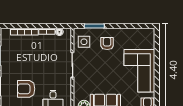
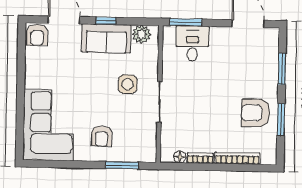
side table: (84, 42) -> (128, 84), moved
corner sofa: (139, 71) -> (49, 125), moved
armchair: (26, 89) -> (256, 113), moved, turned 180

